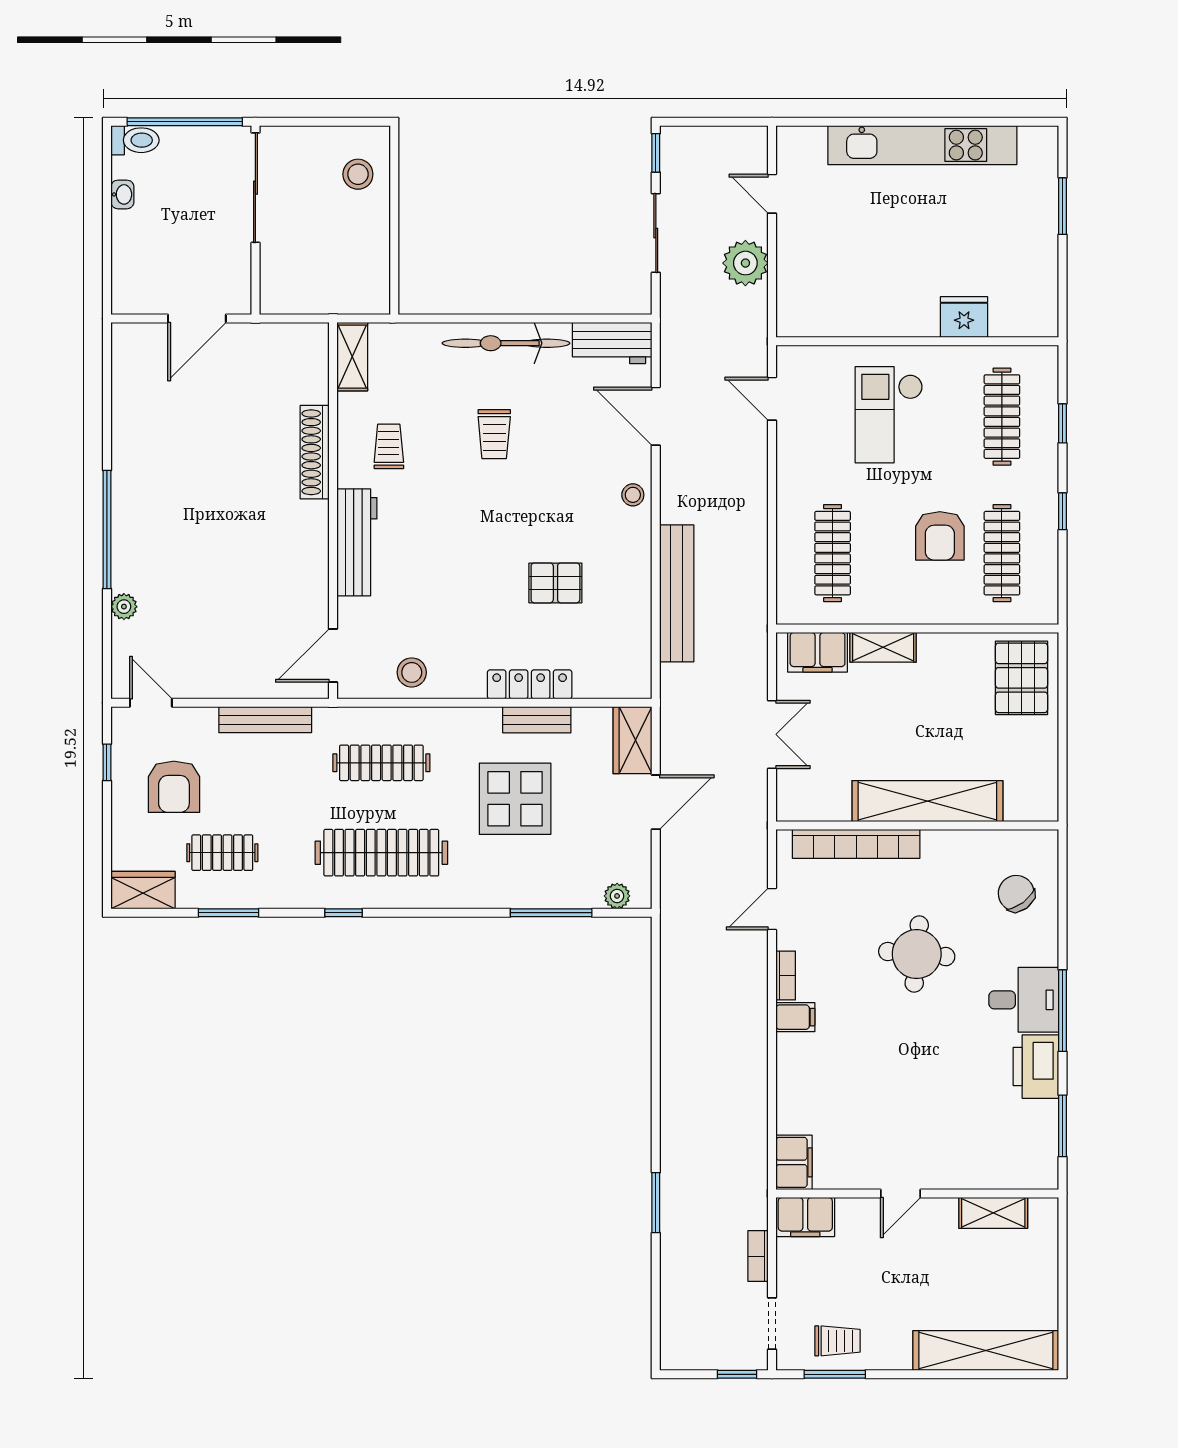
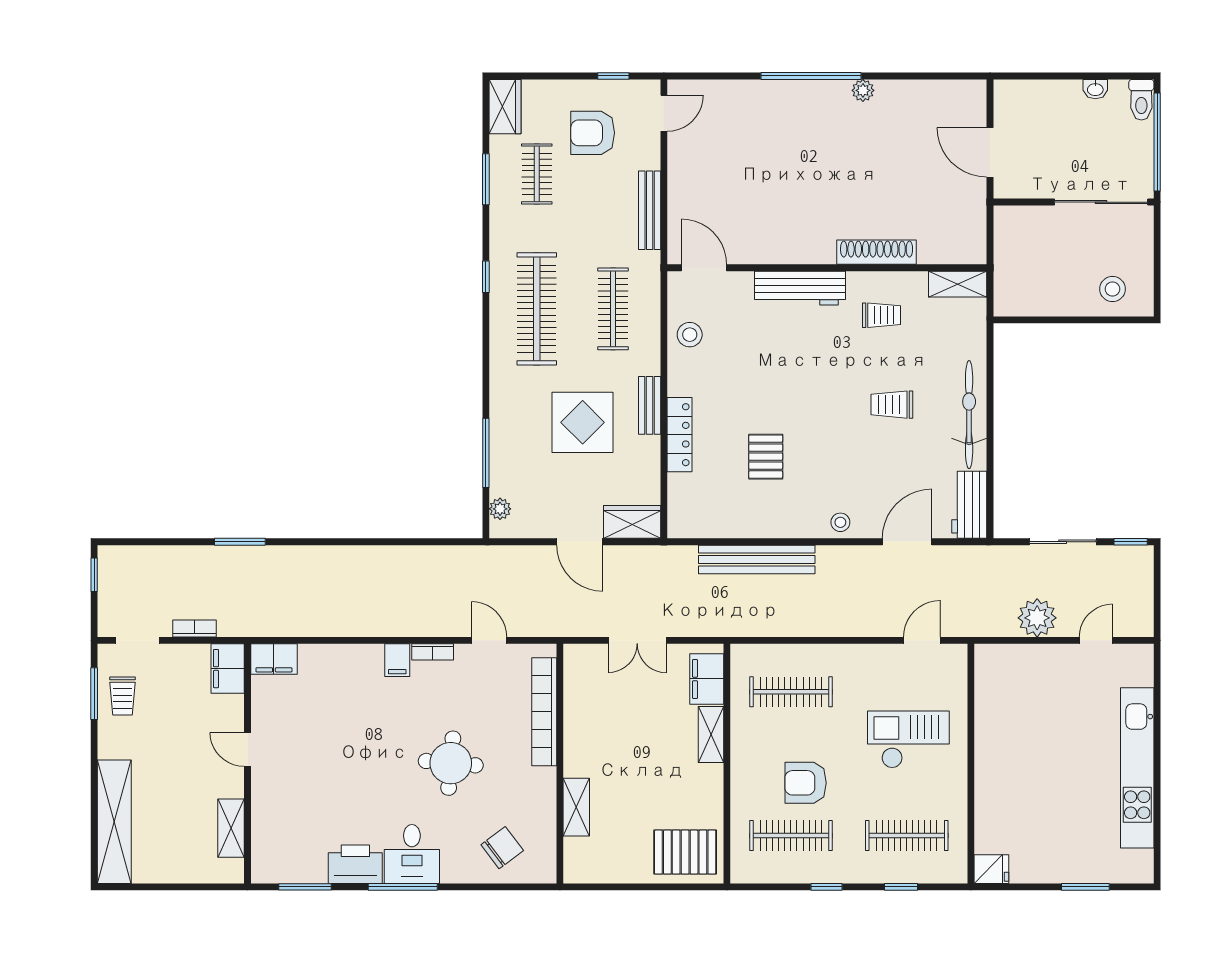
fridge: (964, 317) -> (991, 869), moved, width x0.72
plant: (124, 607) -> (863, 90), moved
bench: (537, 720) -> (650, 405), moved
shelving: (927, 801) -> (576, 807), width x0.45, depth x0.75
window: (737, 1374) -> (94, 575), moved

